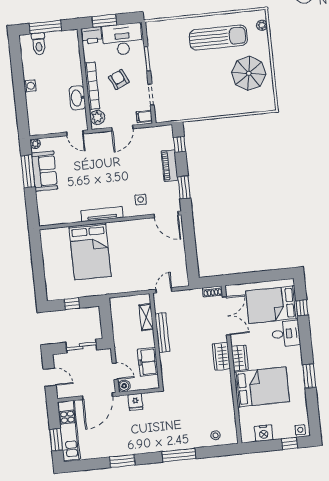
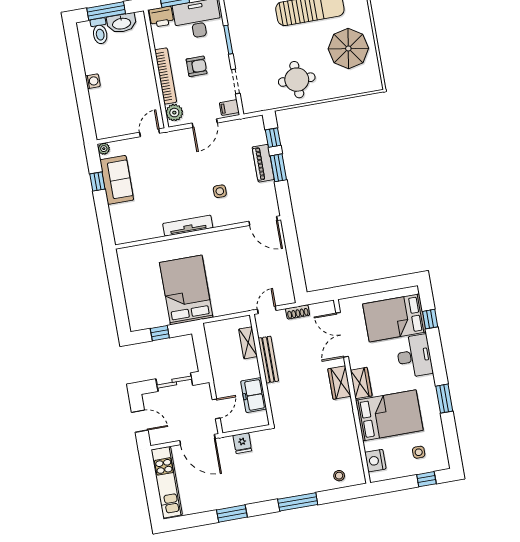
armchair: (119, 79) -> (197, 66), turned 114
round table: (203, 97) -> (297, 80), added
washbasin: (77, 98) -> (122, 23), moved, turned -90
door: (75, 133) -> (150, 133), swing flipped
window: (28, 171) -> (97, 181), width x0.46
window: (184, 187) -> (278, 168), moved
side table: (141, 199) -> (220, 191), moved
bed: (90, 251) -> (186, 290), moved, turned 180
shoe rack: (213, 291) -> (298, 312), moved
double door: (226, 316) -> (342, 335), swing flipped
desk: (286, 334) -> (414, 356), width x1.37
door: (115, 371) -> (216, 409), hinge flipped
boiler: (124, 386) -> (228, 425), removed
door: (97, 396) -> (197, 440), hinge flipped
side table: (300, 430) -> (419, 452), moved
nightstand: (264, 433) -> (375, 461), moved, turned 90
window: (56, 440) -> (153, 494), removed

